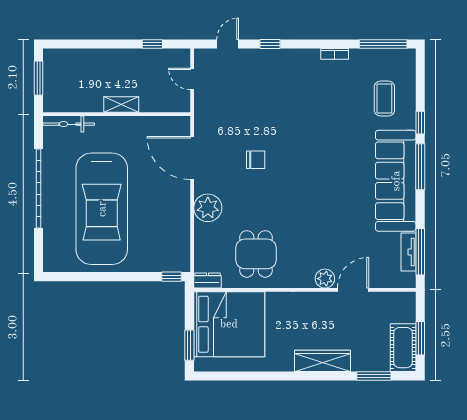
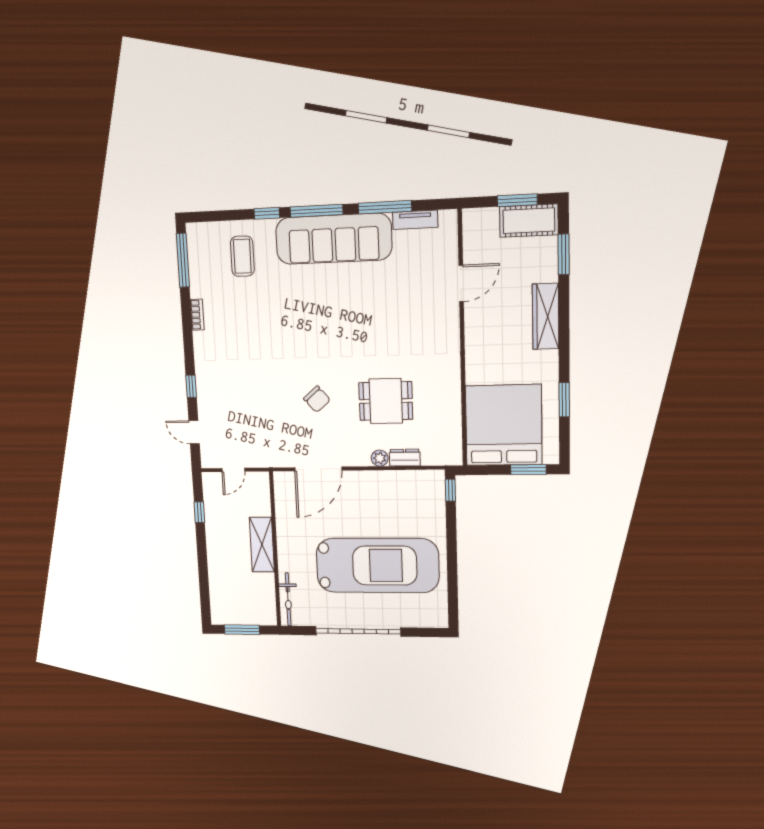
coffee table: (384, 99) -> (242, 256), turned 90
shelving: (121, 105) -> (262, 545), width x1.50, depth x1.33
chair: (256, 160) -> (317, 399), turned 139
plant: (208, 208) -> (380, 458), width x0.53, depth x0.53
window: (420, 252) -> (385, 207), moved
dining table: (256, 254) -> (386, 401), moved
plant: (325, 279) -> (449, 317), removed
dresser: (207, 280) -> (405, 458), moved, turned 90
door: (353, 290) -> (461, 283), swing flipped
window: (250, 376) -> (564, 400), added

